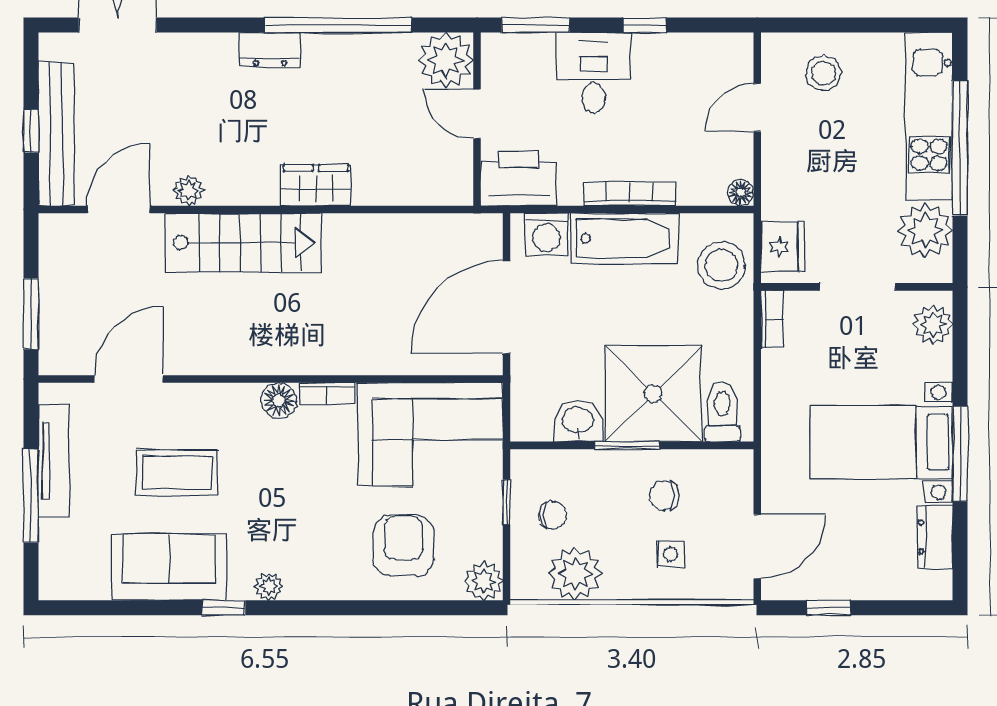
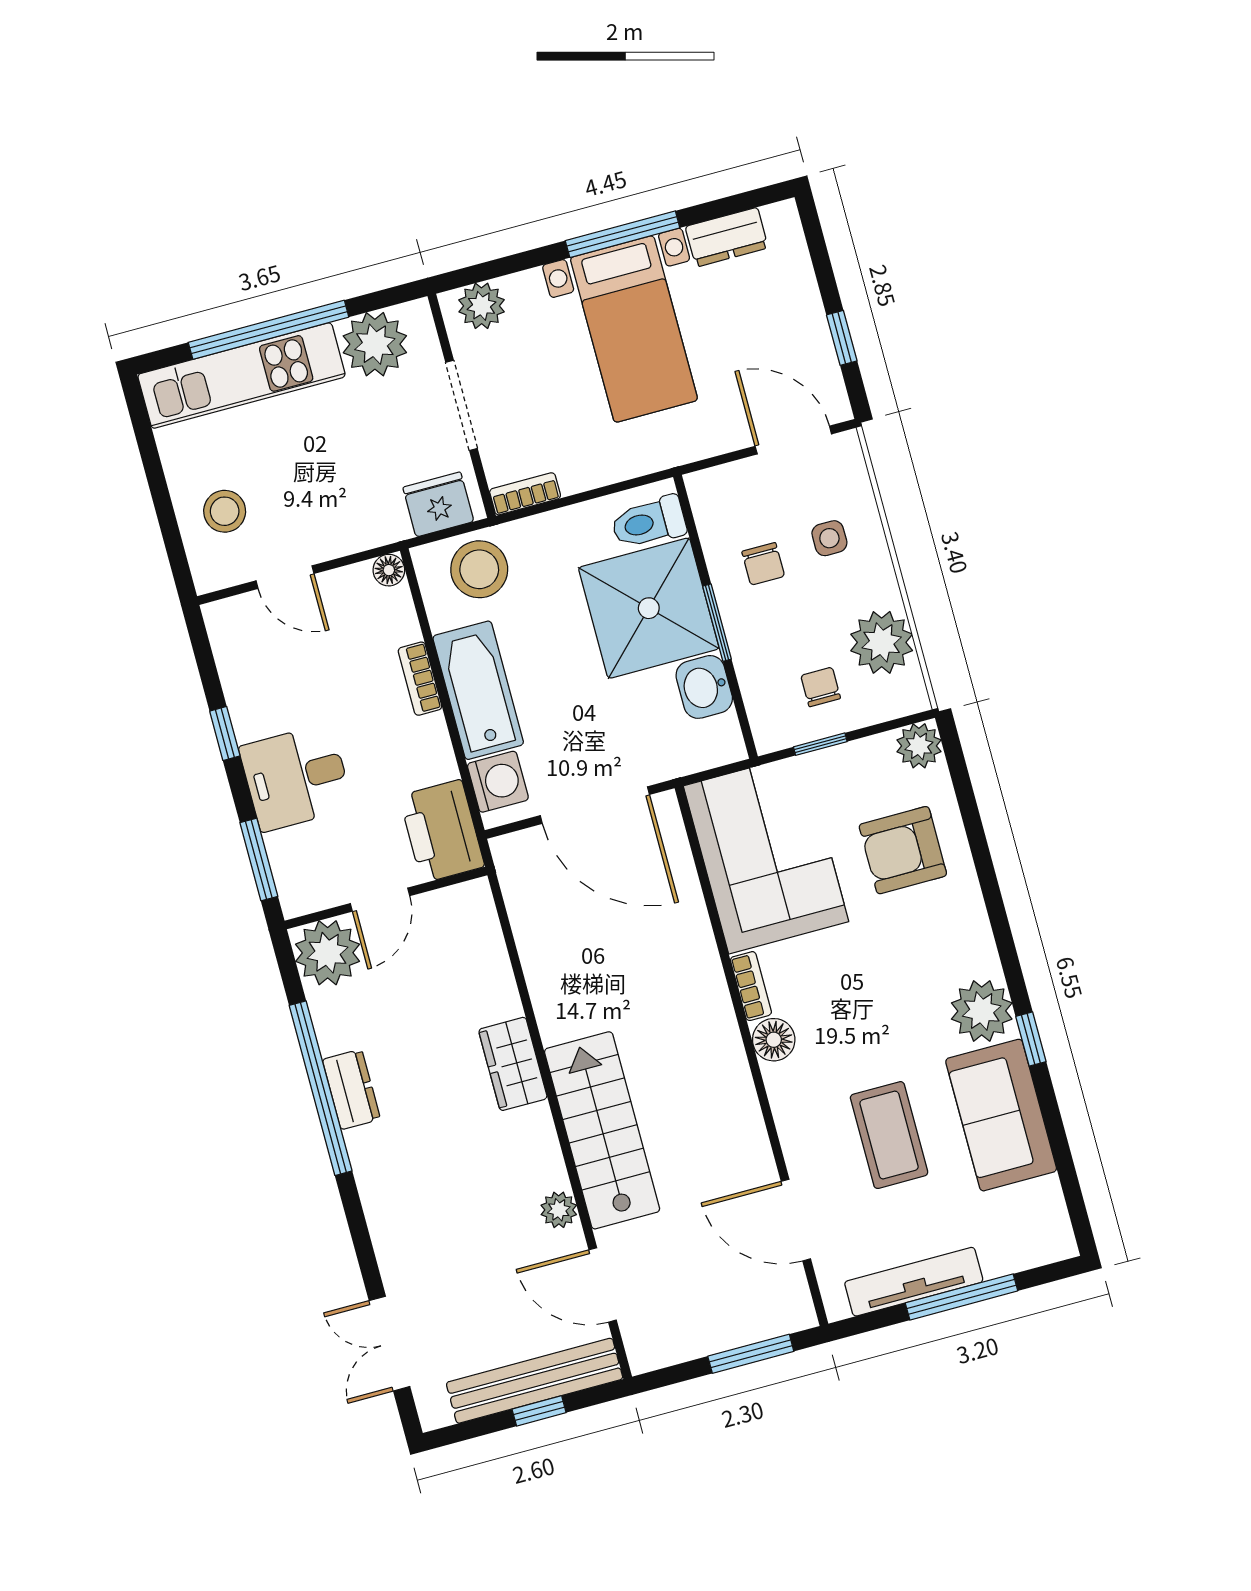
dresser: (270, 50) -> (351, 1089), moved
bookcase: (630, 194) -> (420, 679), width x0.64
plant: (269, 586) -> (982, 1011), width x1.87, depth x1.87

